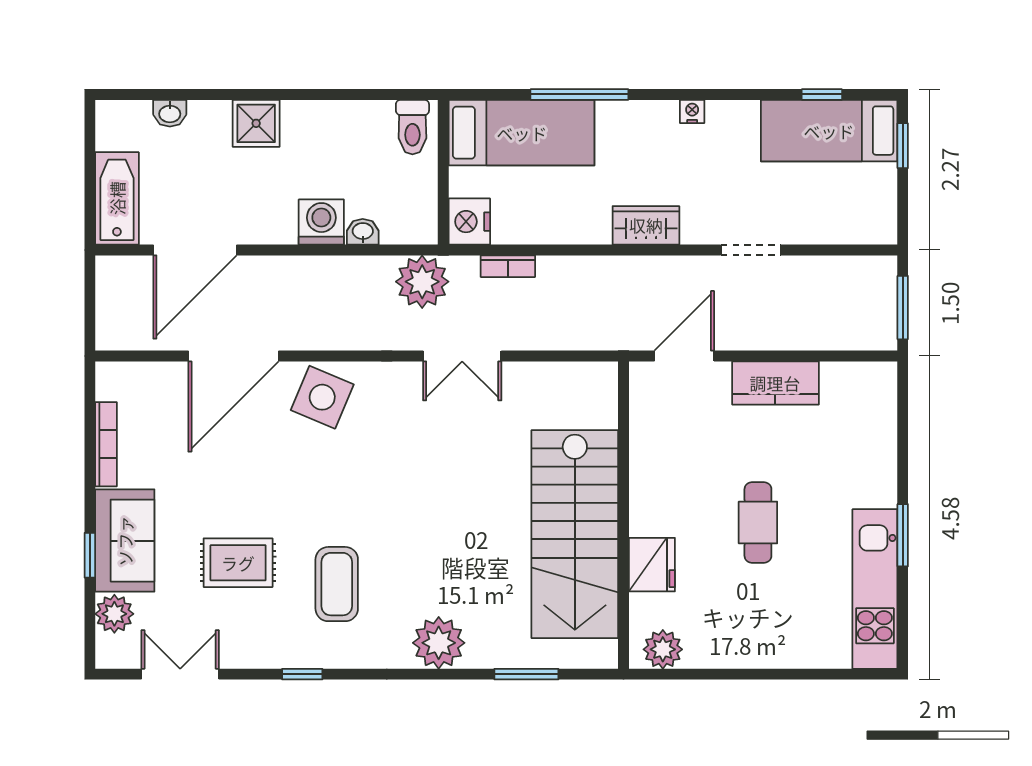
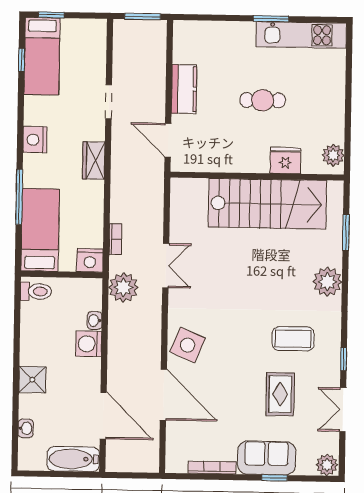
nightstand: (692, 111) -> (35, 140), width x1.89, depth x1.79
plant: (114, 614) -> (327, 465), moved
double door: (180, 674) -> (343, 410), moved

